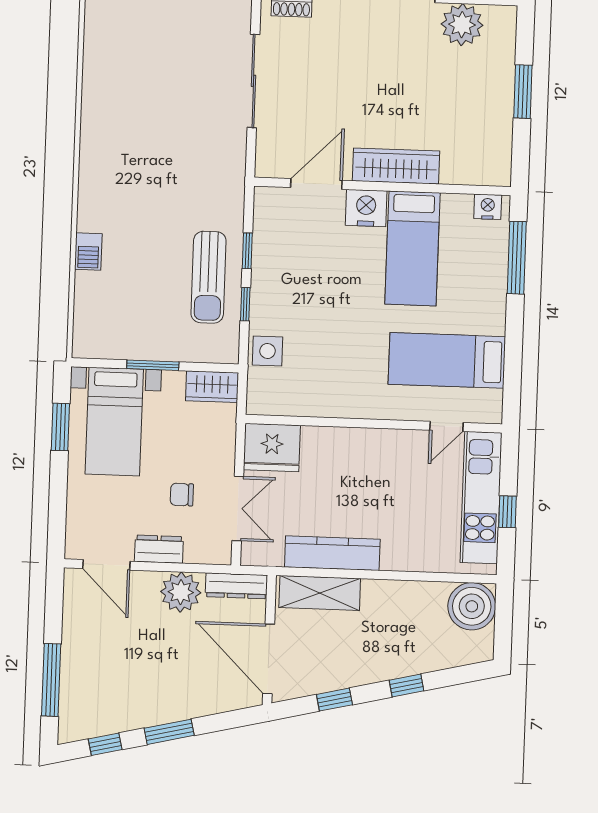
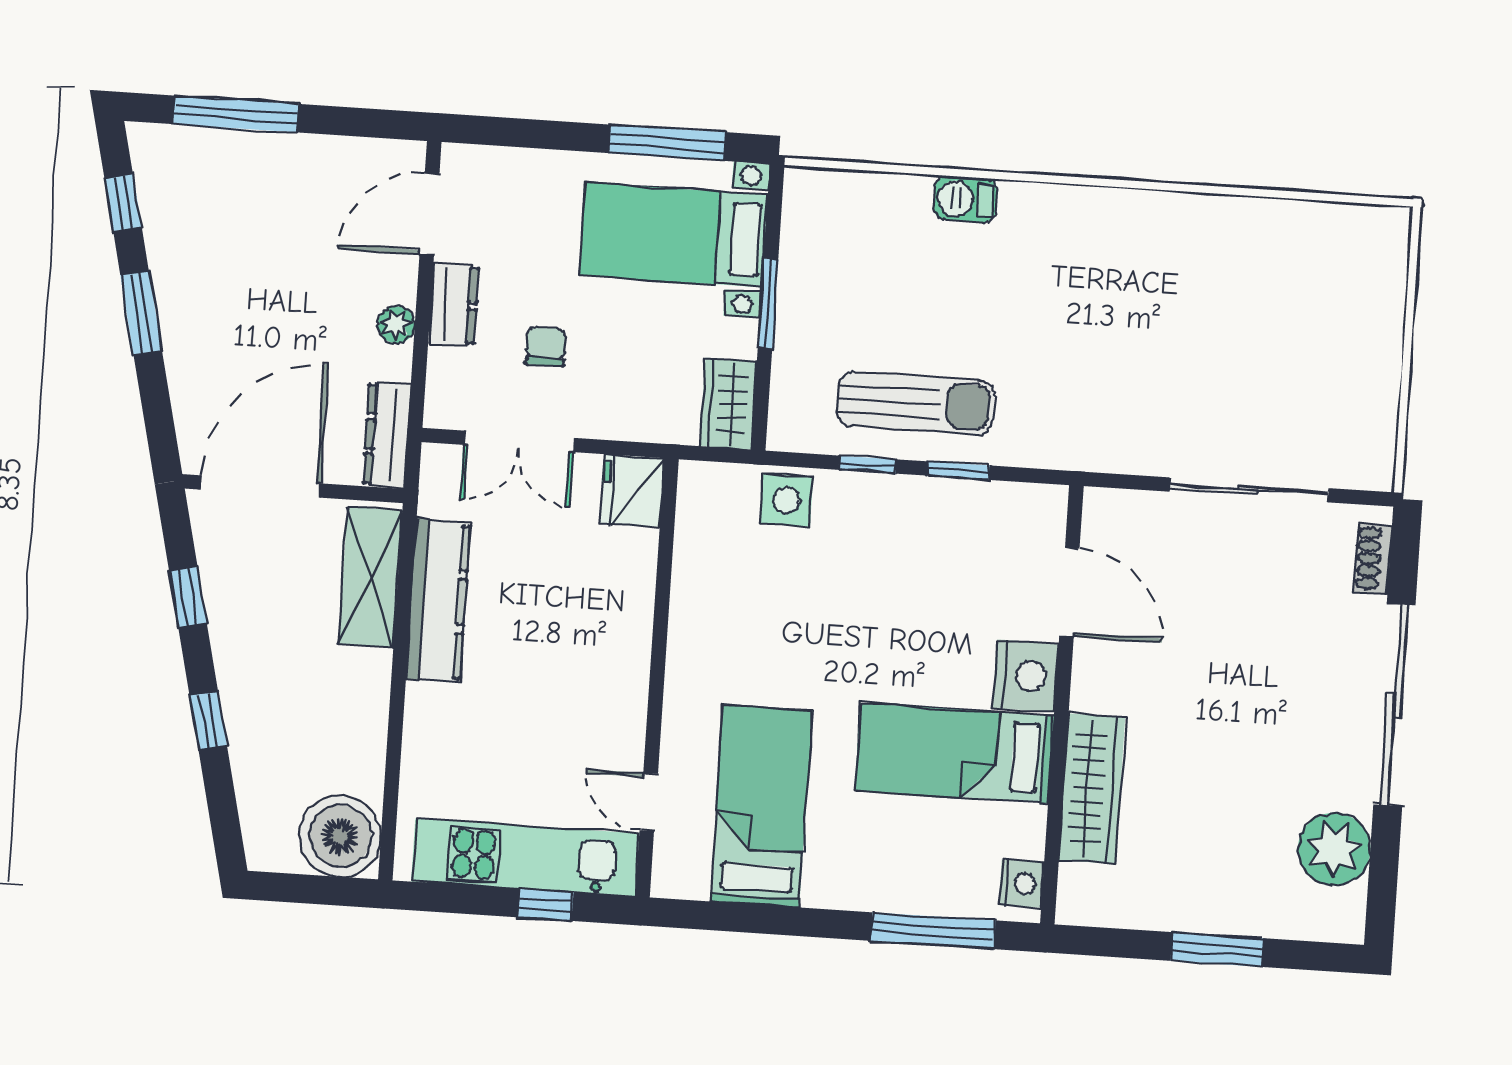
wardrobe: (396, 166) -> (1092, 789), moved
sun lounger: (208, 277) -> (916, 403), turned 180
window: (60, 427) -> (667, 143), width x1.44
fridge: (272, 448) -> (632, 491), width x0.73, depth x0.75
window: (507, 512) -> (546, 905), moved
plant: (181, 592) -> (396, 325), width x0.53, depth x0.53

